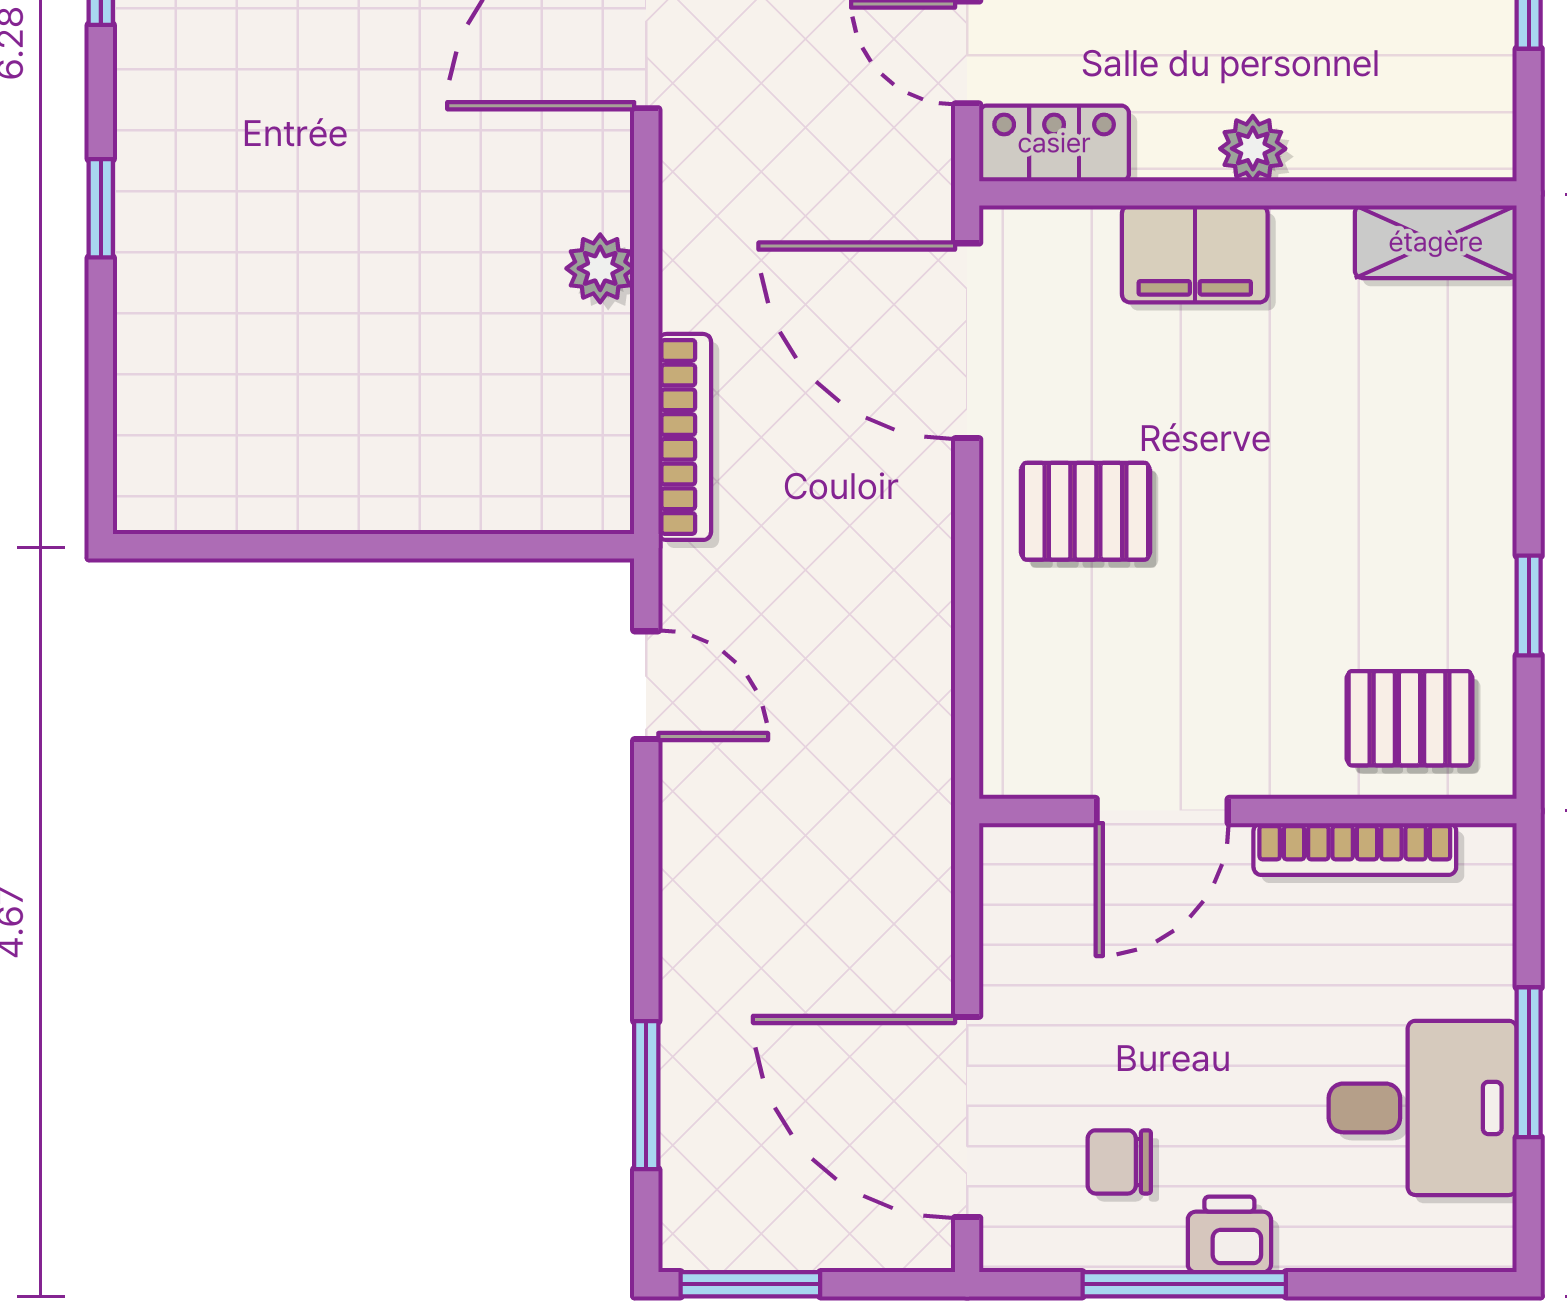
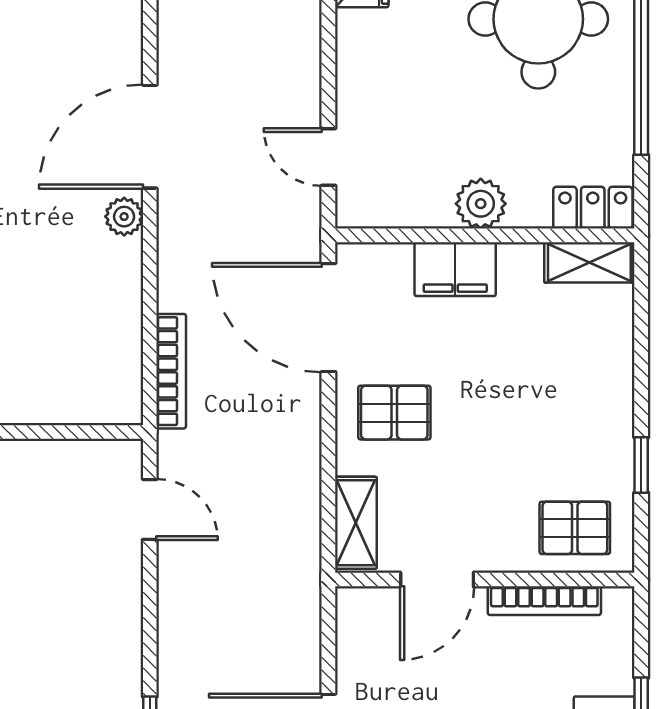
locker: (1054, 143) -> (593, 208), moved
plant: (1253, 149) -> (481, 204), width x1.38, depth x1.38
plant: (600, 268) -> (124, 217), moved
shelving: (1016, 709) -> (356, 523), added

